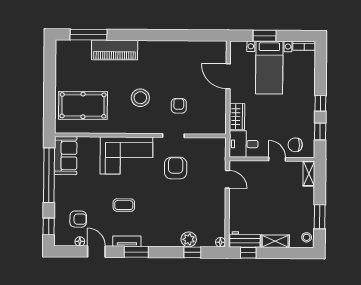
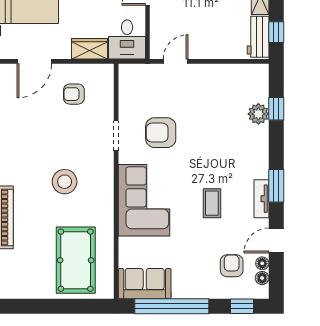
armchair: (179, 106) -> (74, 94), moved
floor lamp: (220, 242) -> (262, 278), moved

